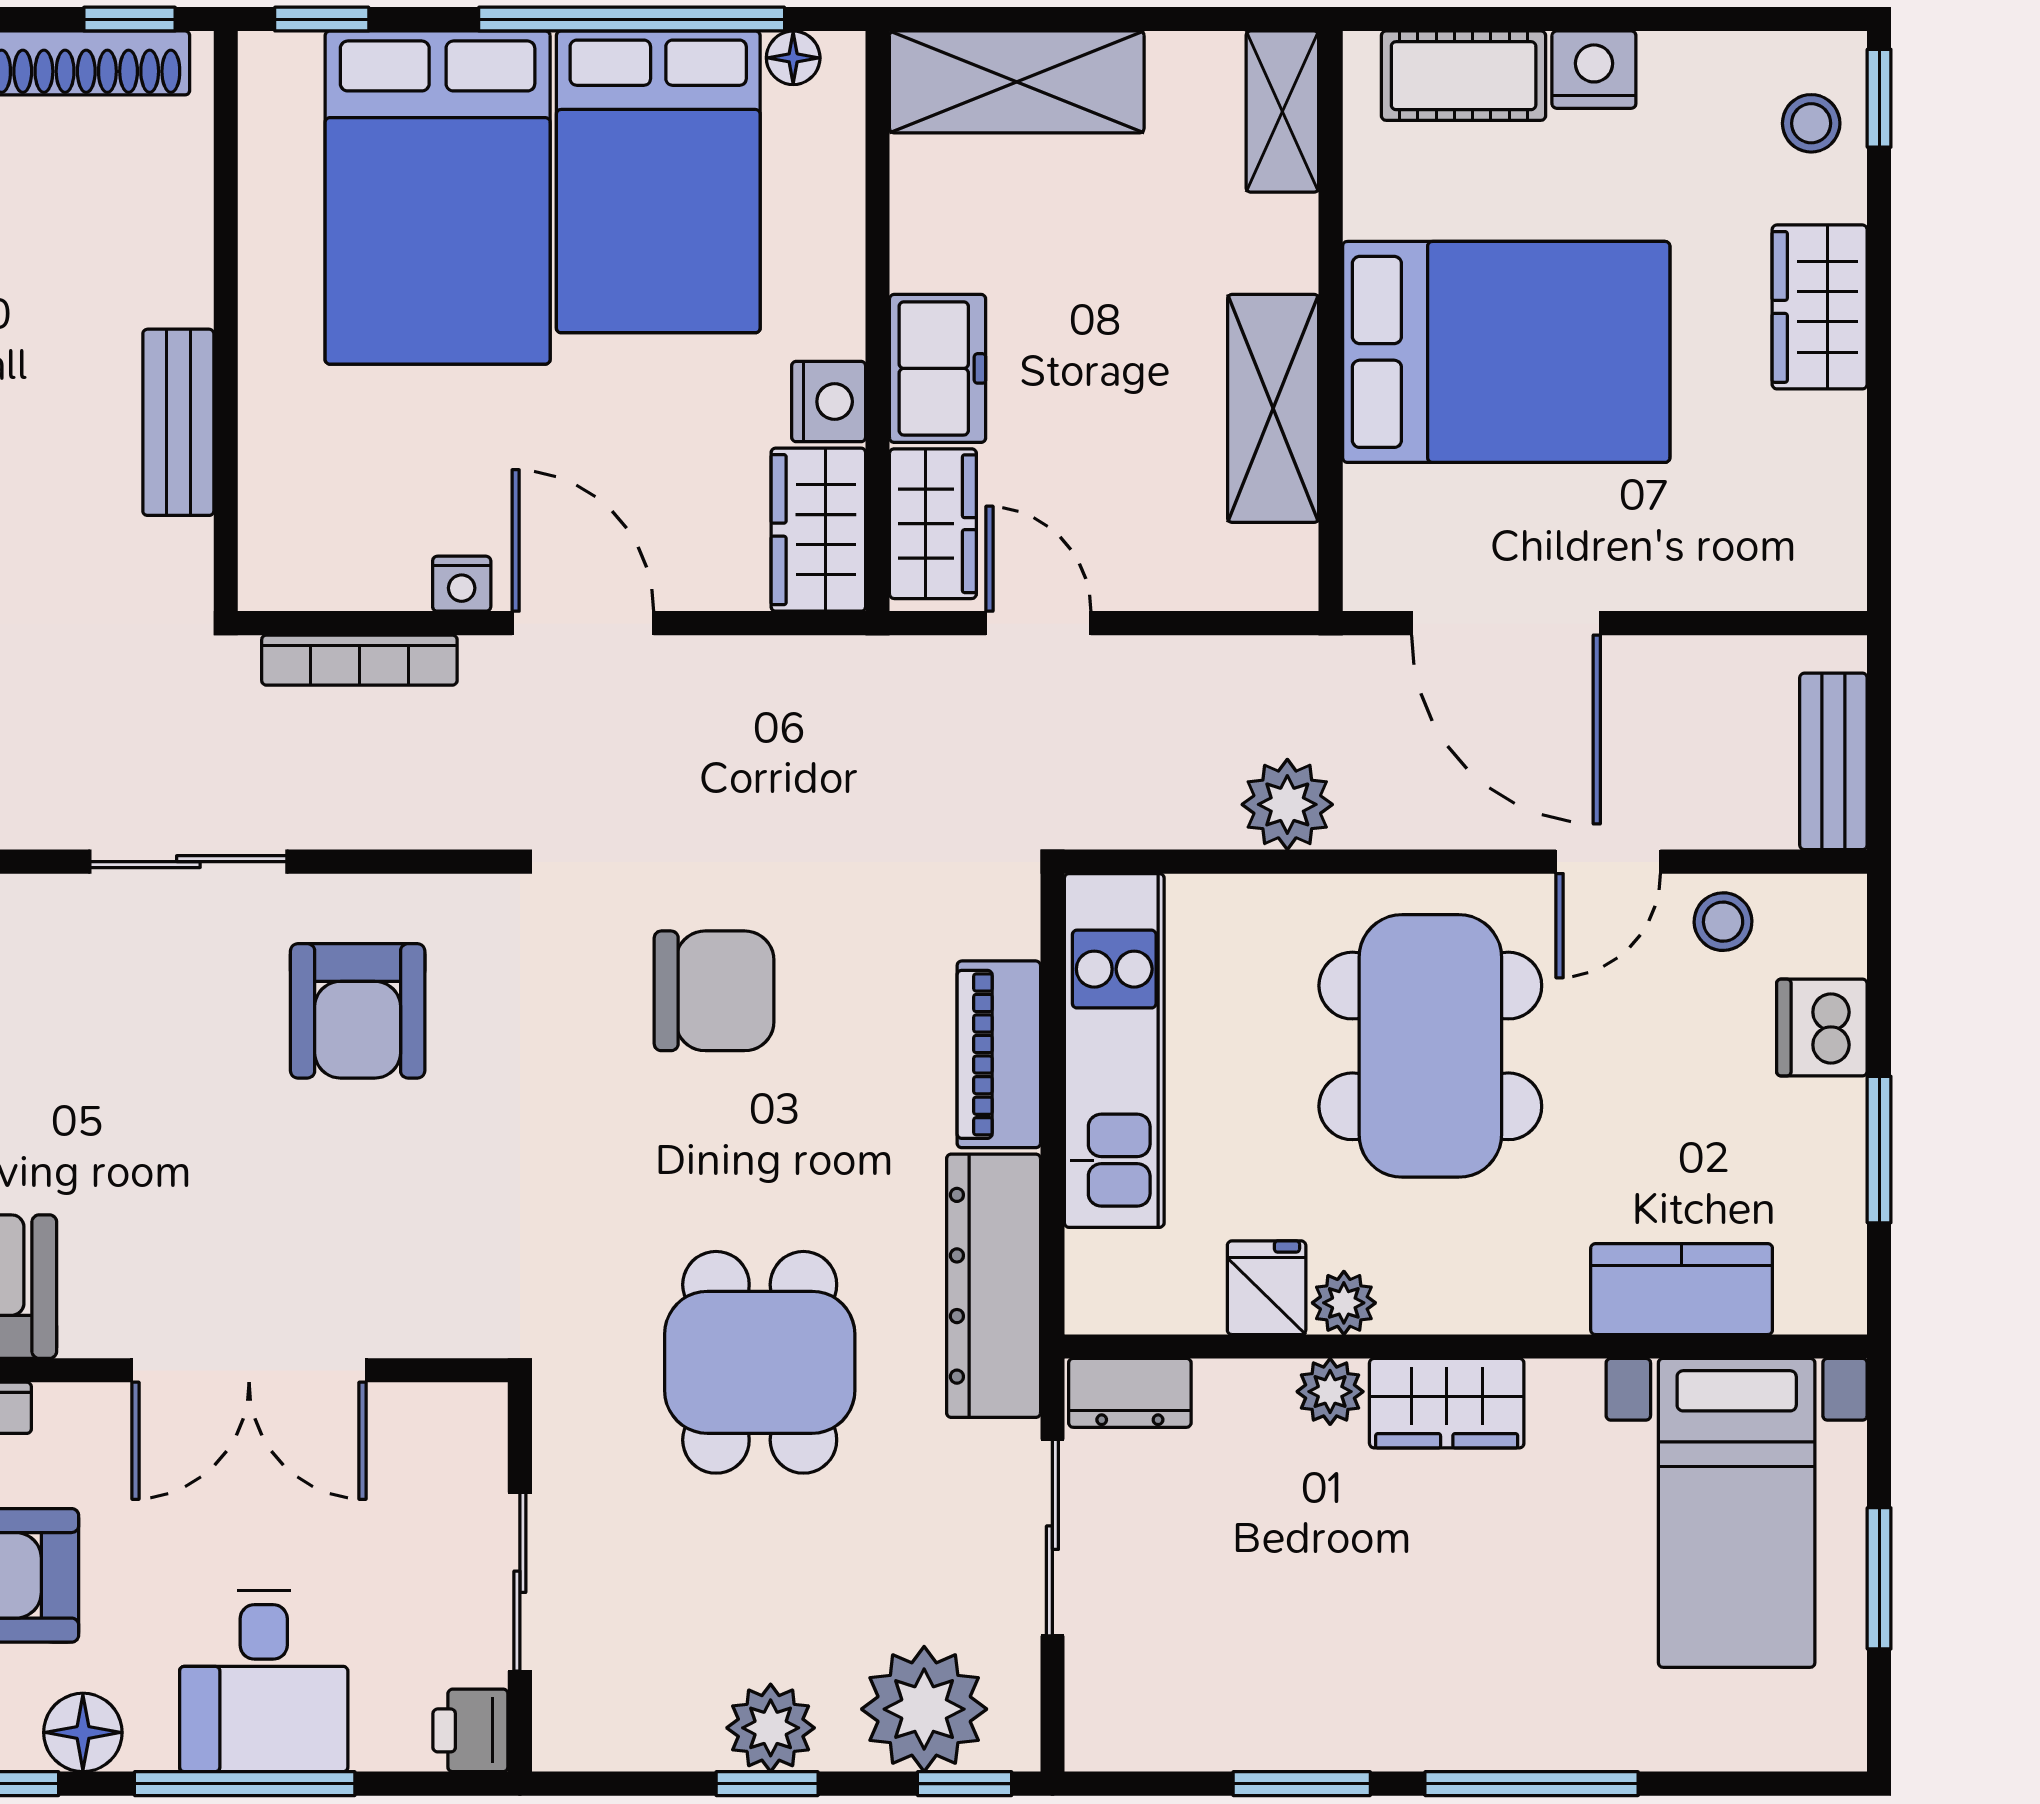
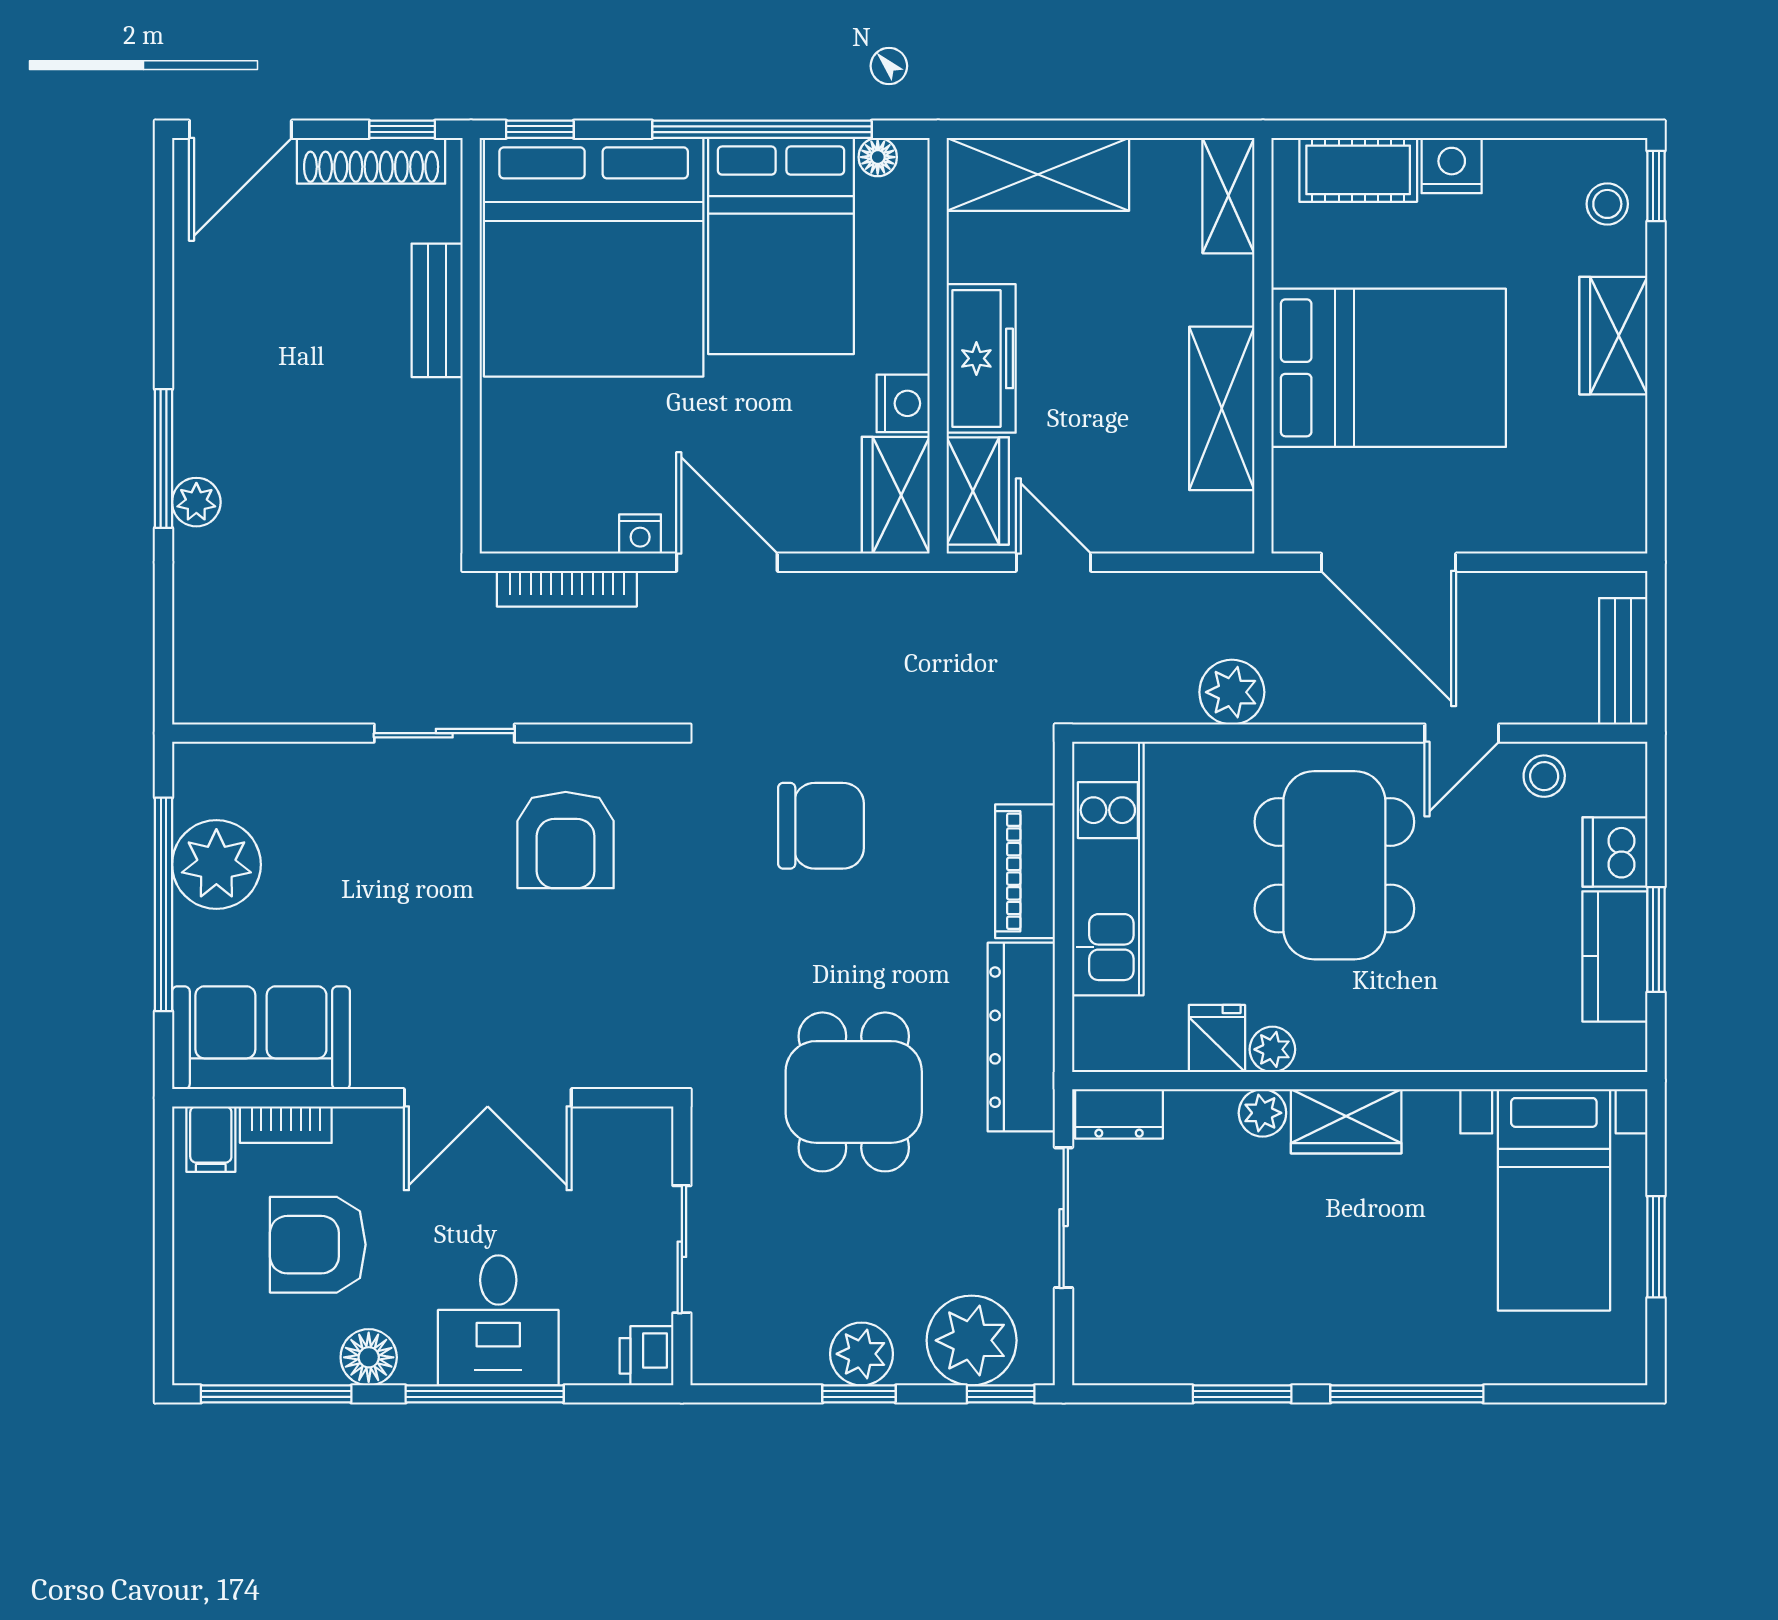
bed: (438, 198) -> (594, 257), width x1.36
freezer: (938, 368) -> (981, 358), width x1.40
bench: (178, 422) -> (437, 310), moved
kitchen counter: (1682, 1289) -> (1615, 956), moved, turned -90

